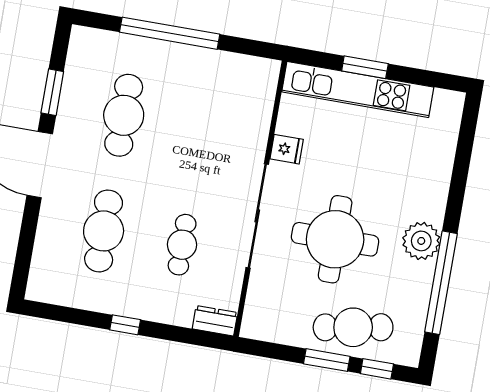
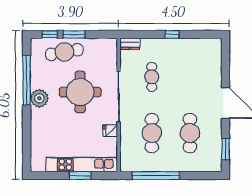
window: (170, 33) -> (156, 176), moved
window: (52, 92) -> (225, 149), moved
cafe table: (104, 231) -> (152, 133), moved

